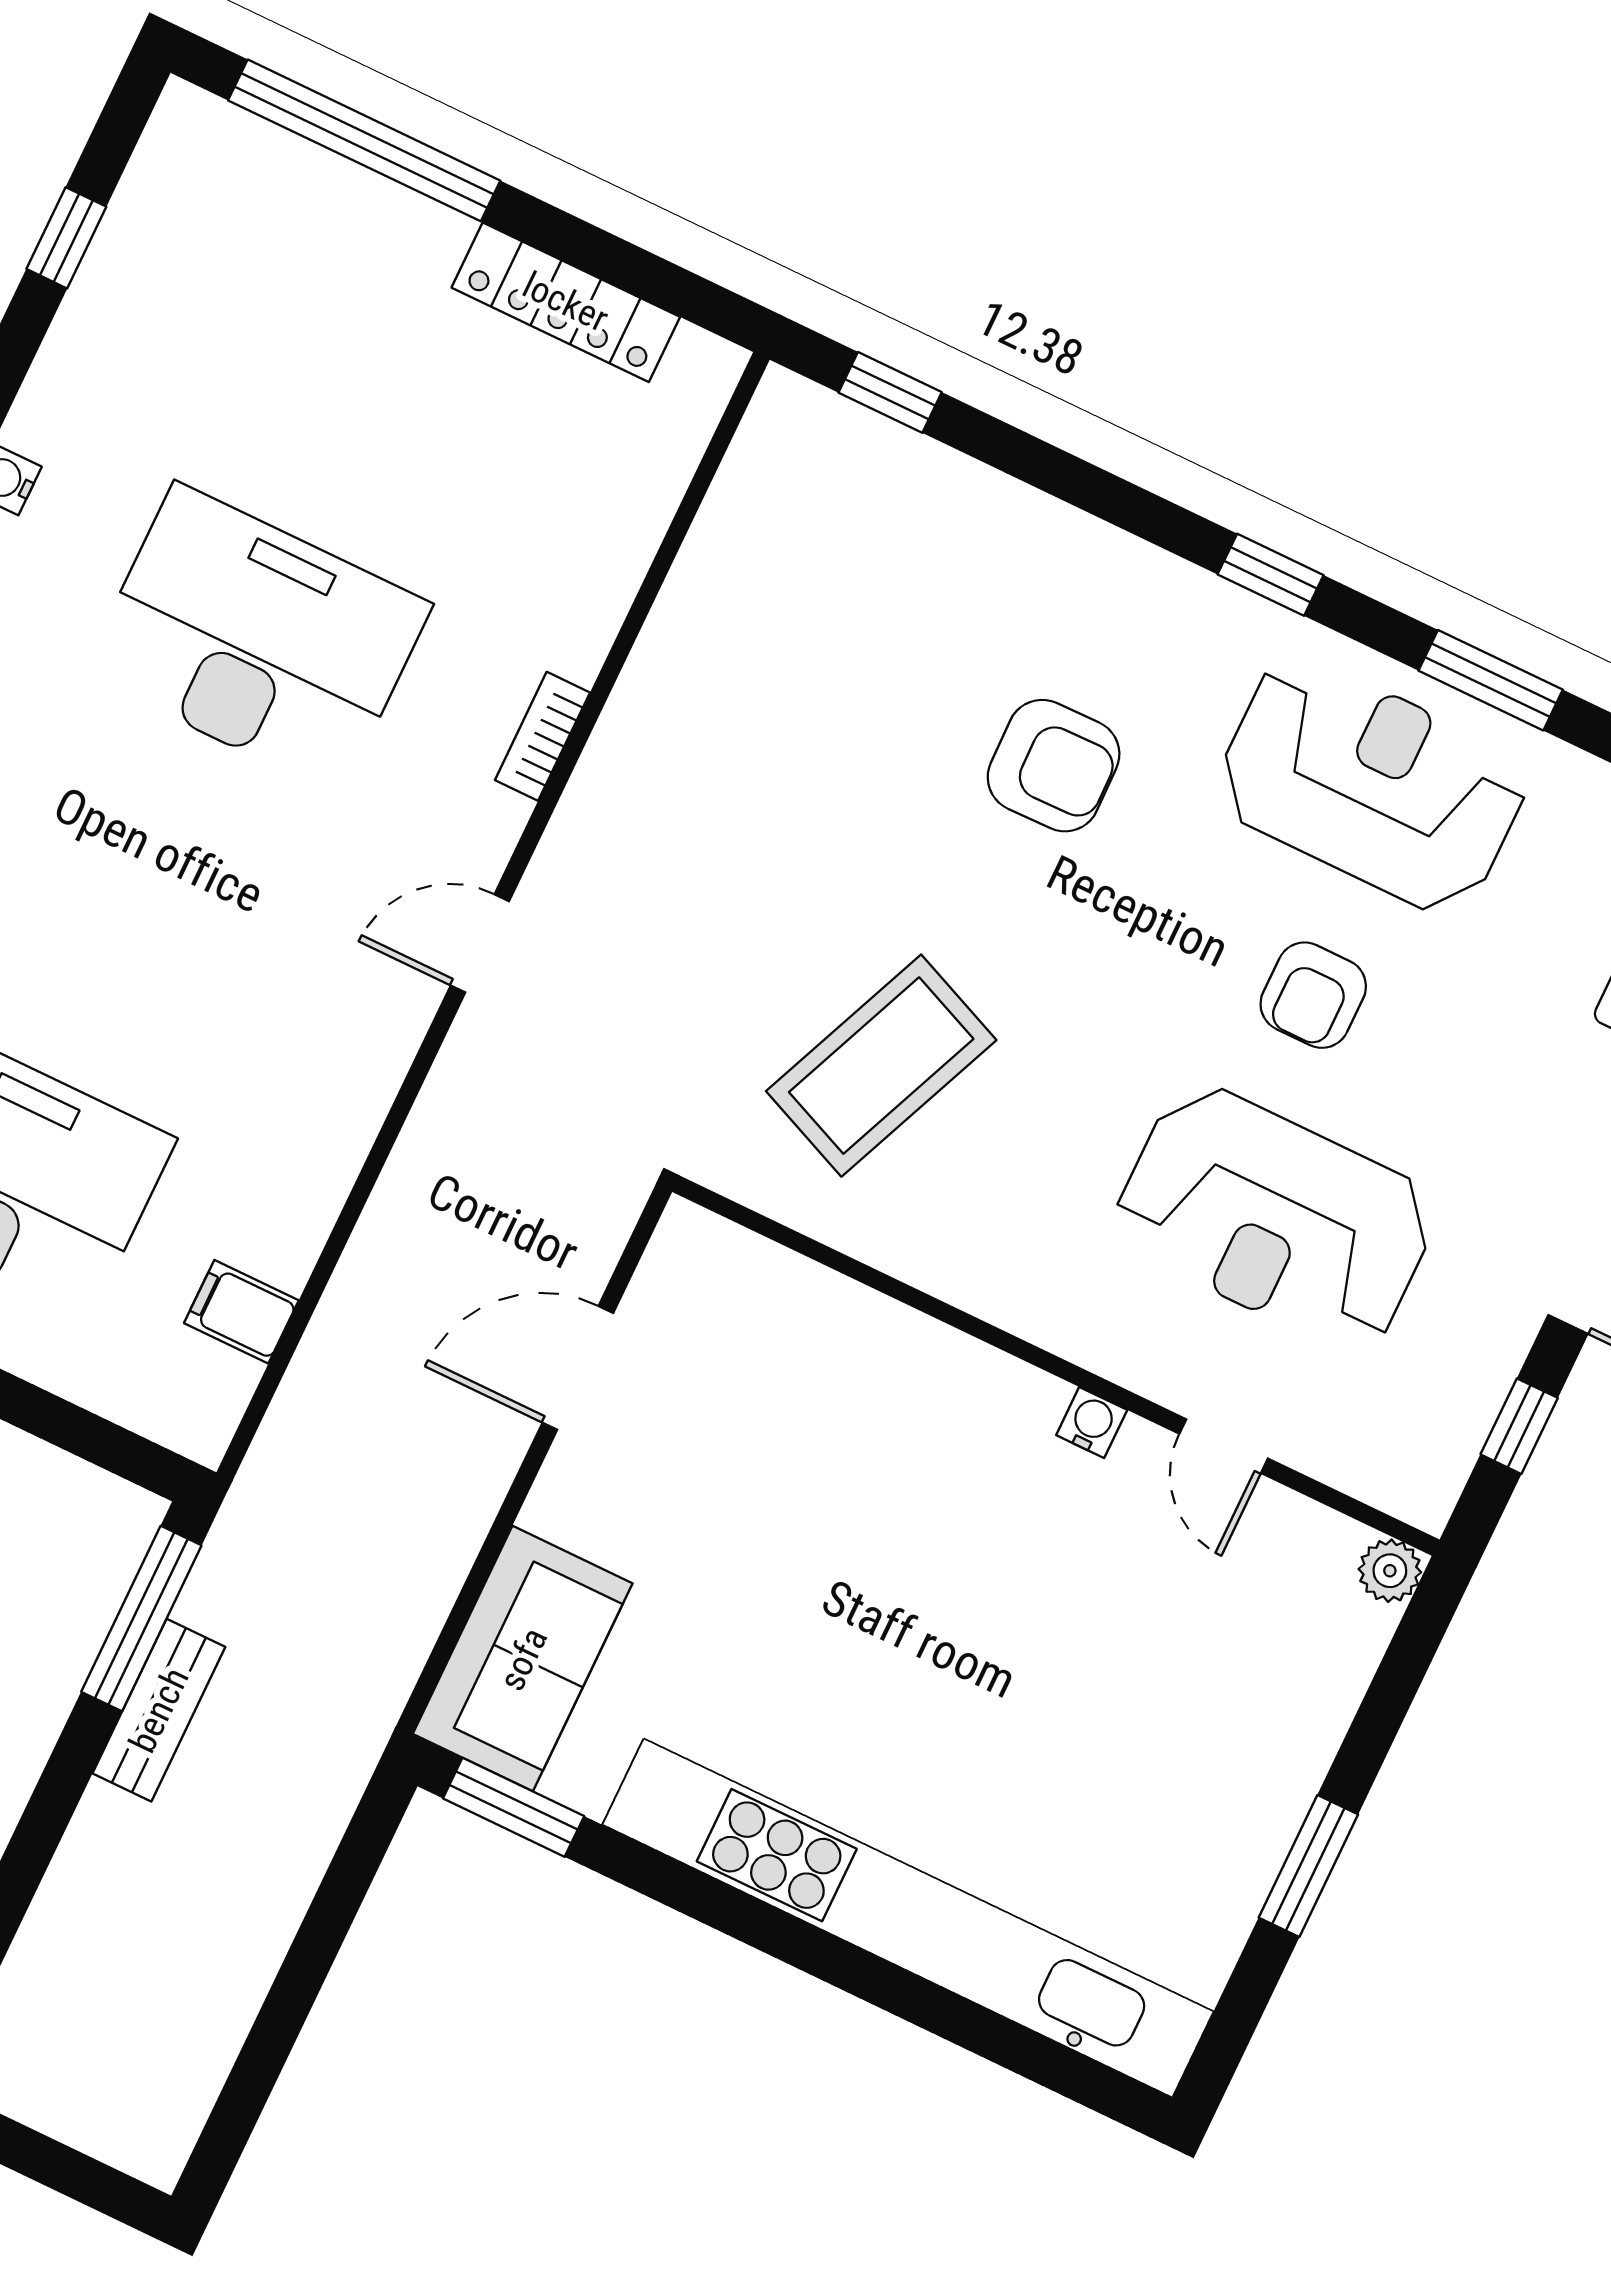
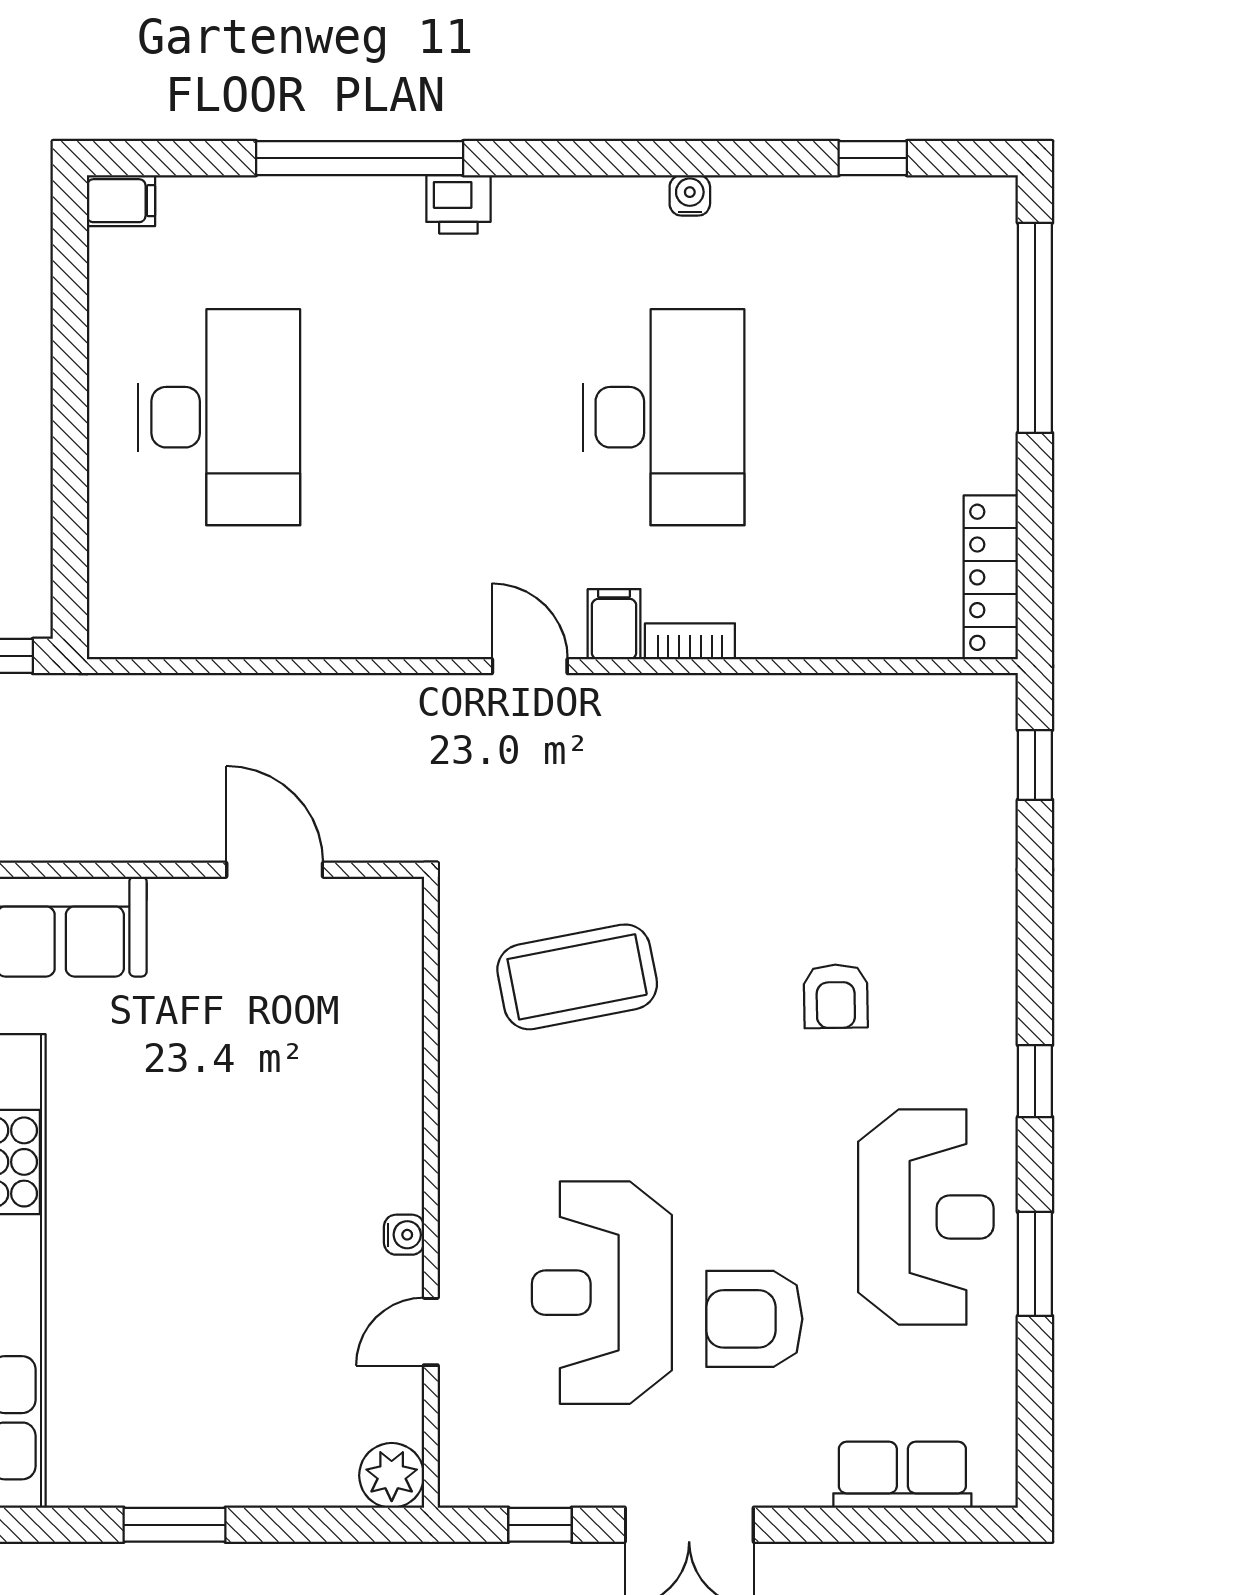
locker: (566, 302) -> (991, 577), moved
armchair: (1054, 766) -> (836, 996), width x0.72, depth x0.72
armchair: (1313, 995) -> (754, 1319), moved, width x1.38, depth x1.38
coffee table: (881, 1066) -> (577, 977), turned -34
filing cabinet: (241, 1312) -> (614, 624), moved
plant: (1390, 1571) -> (392, 1475), width x1.38, depth x1.38

